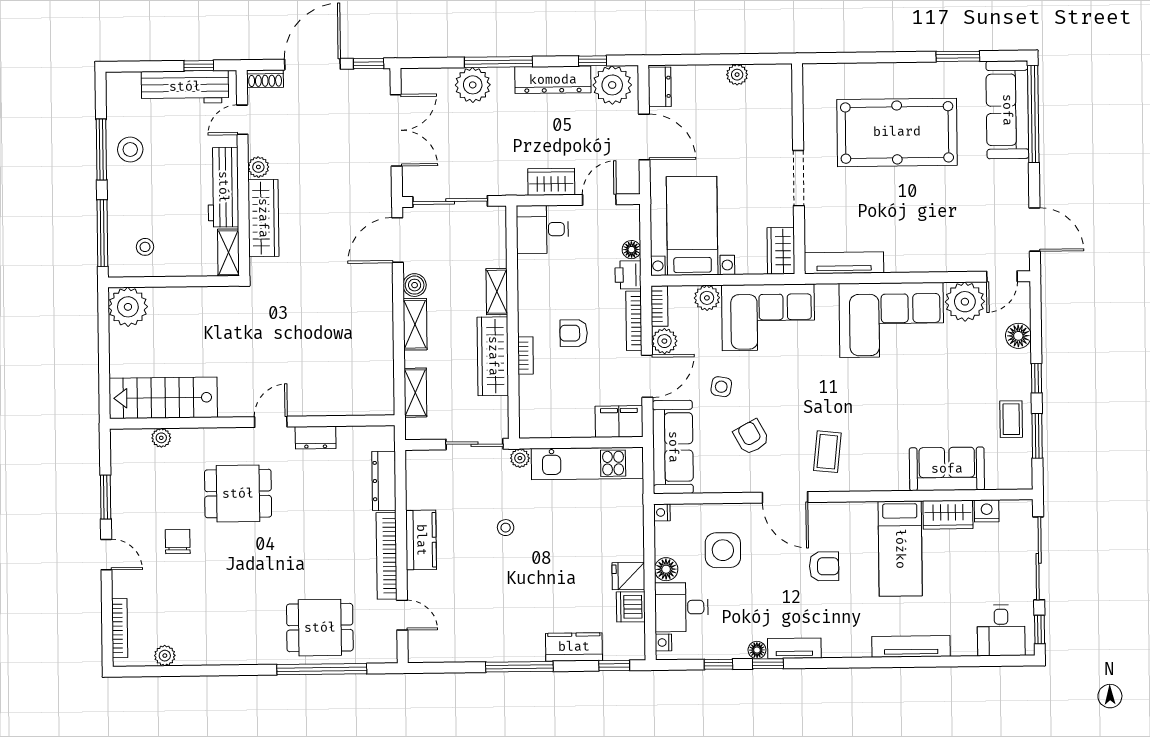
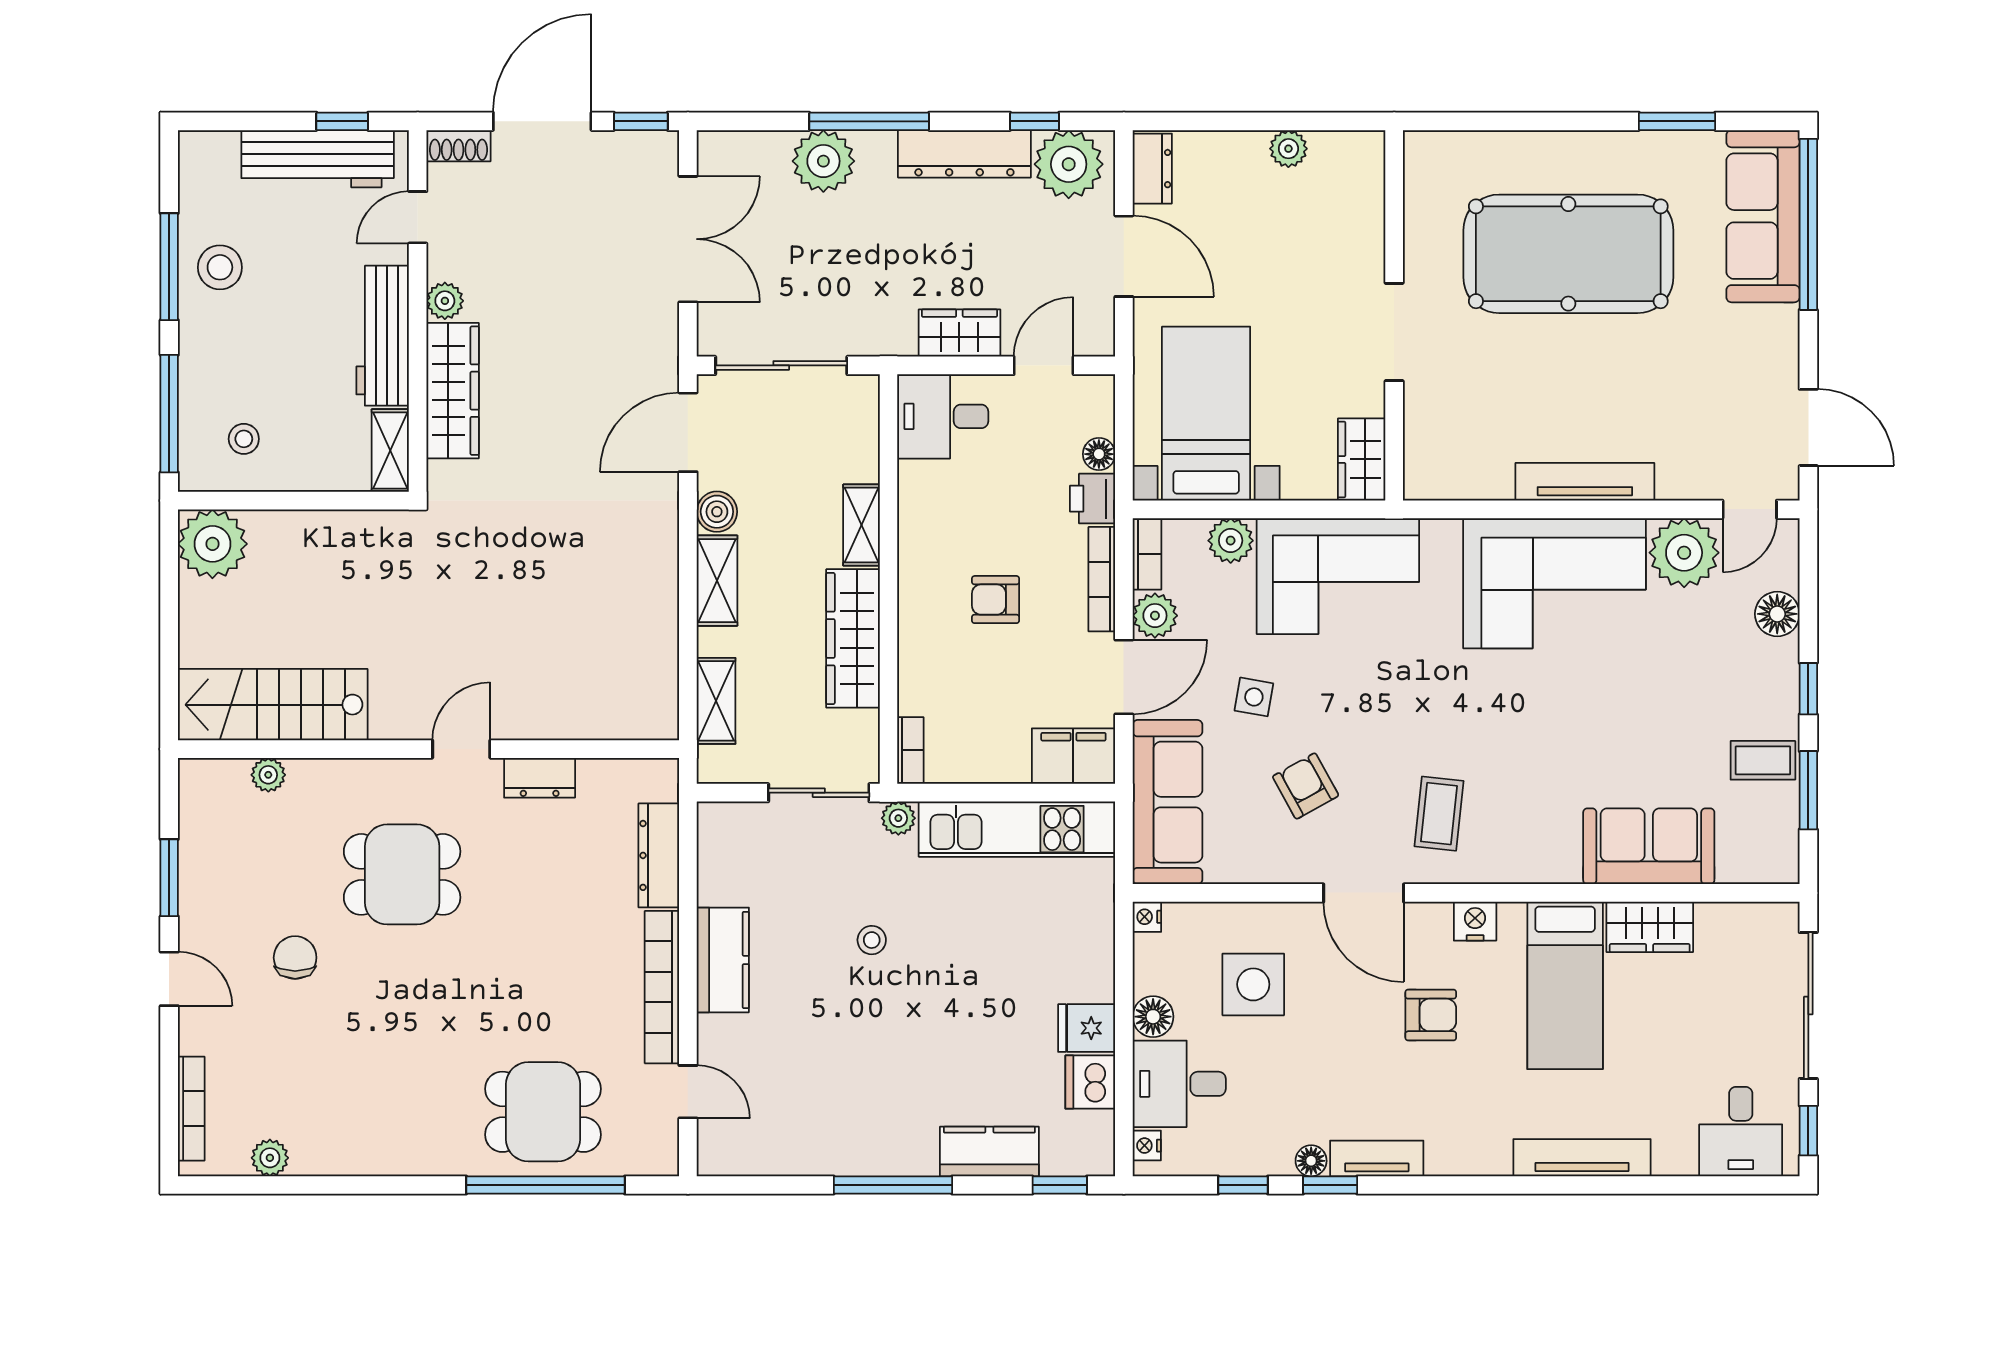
tv unit: (844, 263) -> (1585, 482), moved
bookcase: (525, 356) -> (910, 750), moved
coffee table: (1011, 419) -> (1763, 760), turned 90
nightstand: (987, 511) -> (1475, 921), moved

